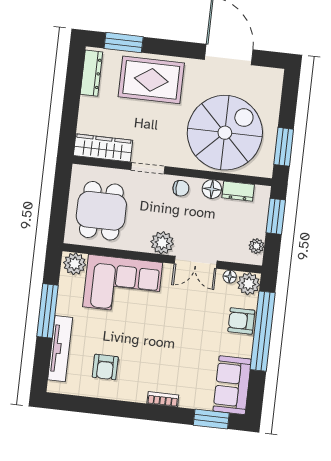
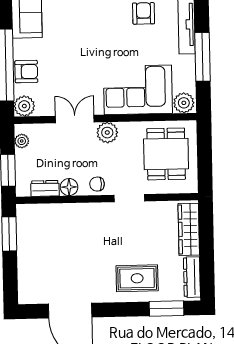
rug: (151, 80) -> (137, 278), width x0.73, depth x0.70
spiral stairs: (225, 133) -> (64, 240), removed
wardrobe: (103, 148) -> (189, 229), moved, turned 90
floor lamp: (230, 277) -> (42, 110), removed

